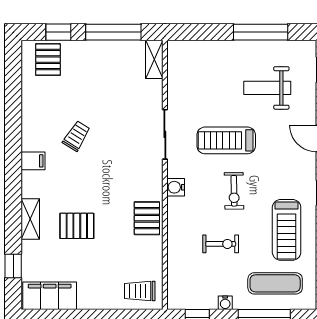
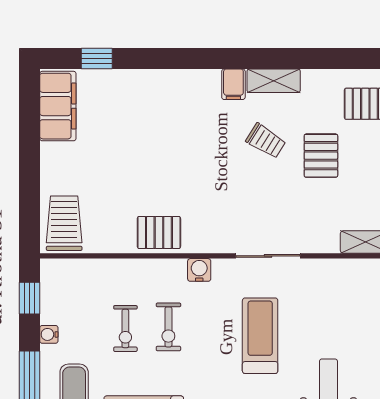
exercise bike: (234, 191) -> (168, 327), moved, turned -89
shelving: (30, 219) -> (274, 81), moved
pallet: (77, 226) -> (321, 156), moved
trolley: (140, 291) -> (64, 223), width x1.36, depth x1.39

